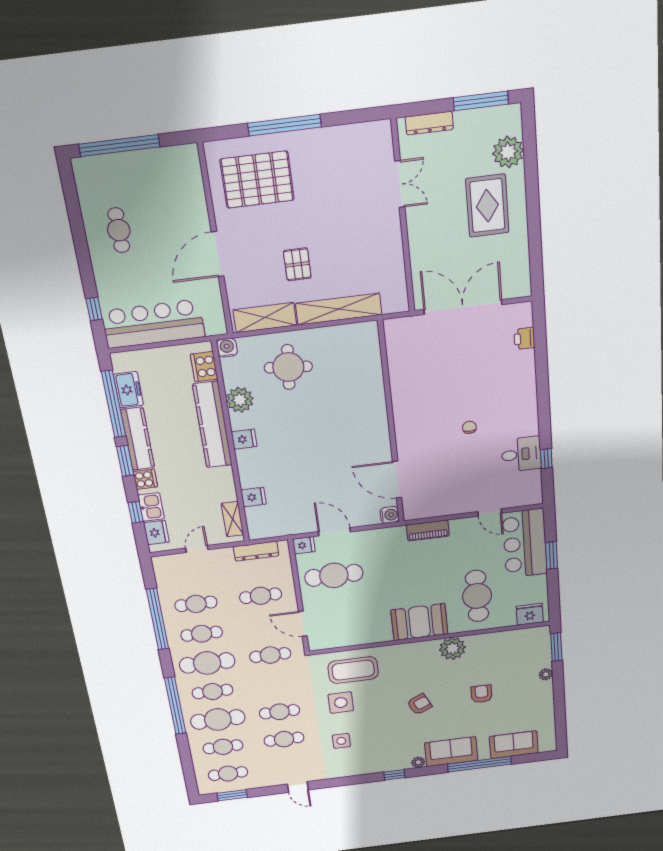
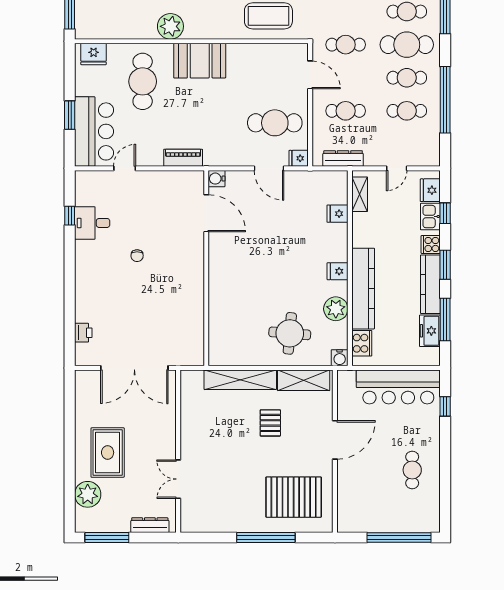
window: (114, 404) -> (445, 319), width x0.68
door: (490, 512) -> (125, 168), hinge flipped

